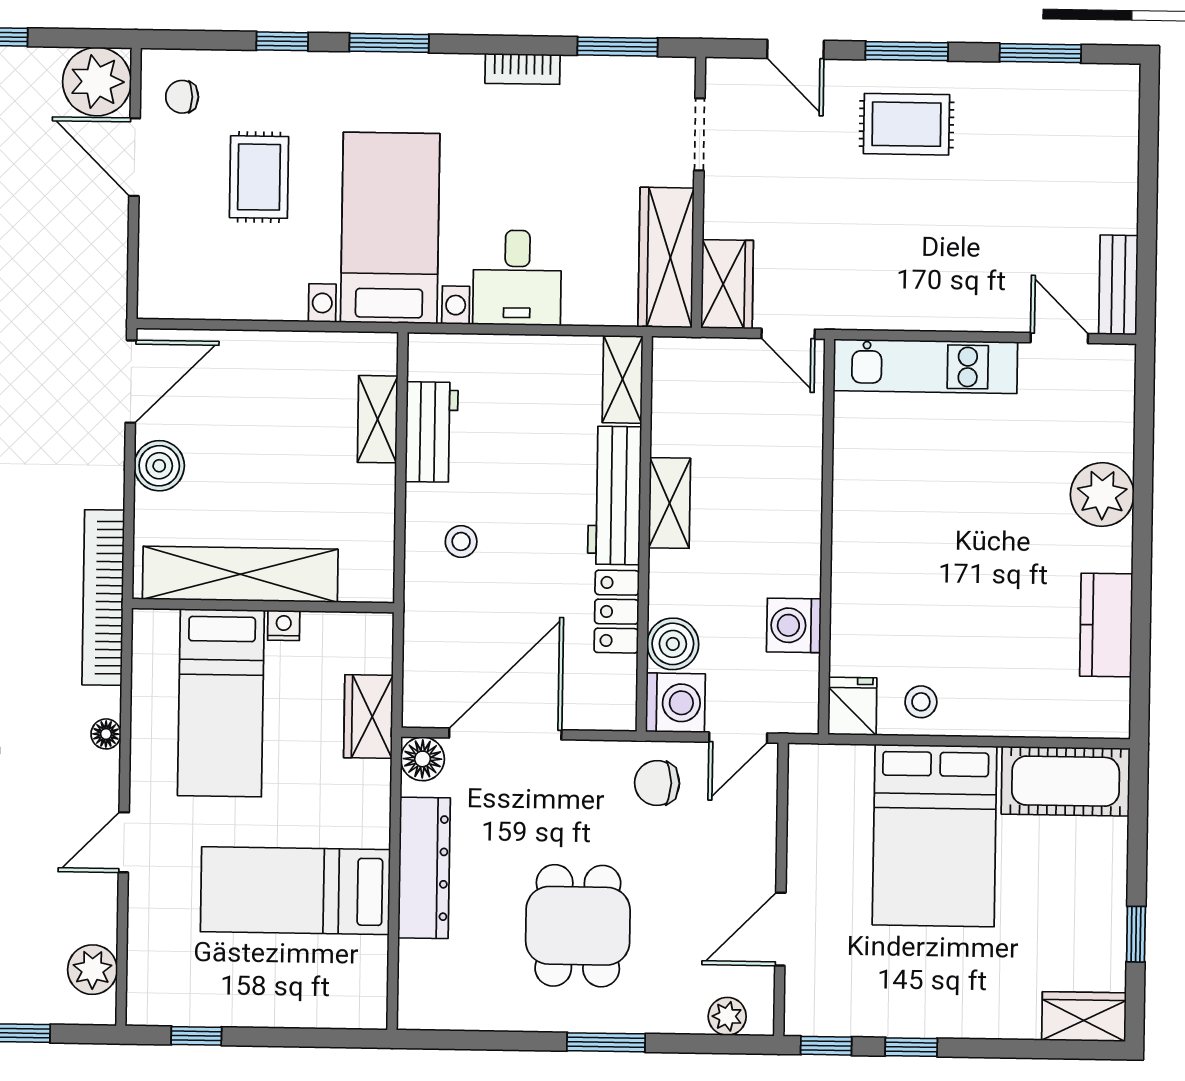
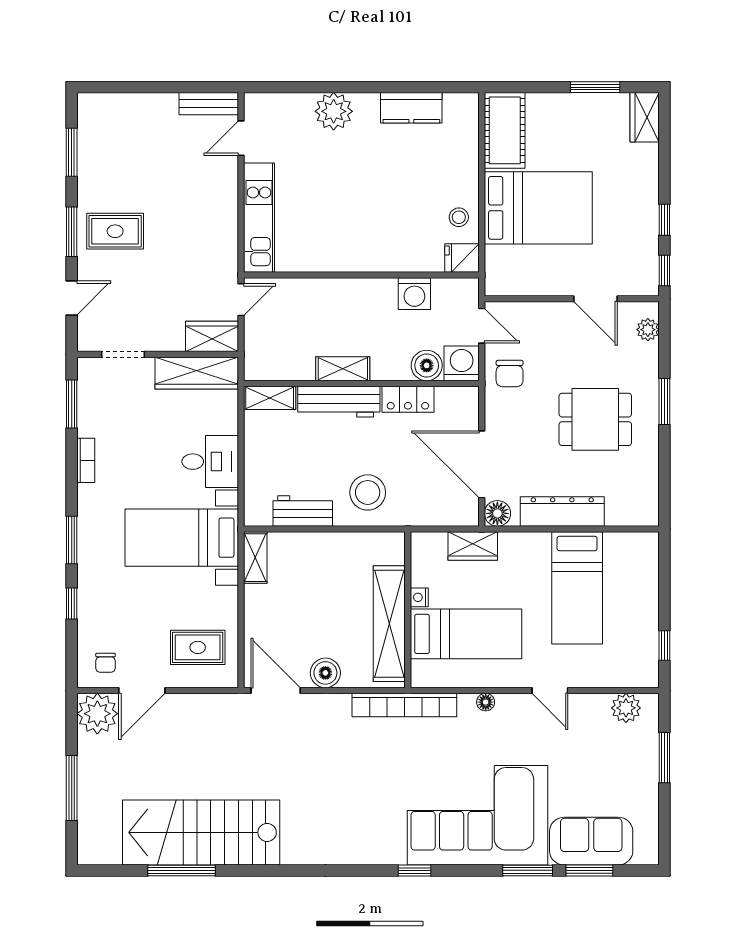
rug: (907, 124) -> (115, 231), turned 90
rug: (259, 177) -> (198, 647), moved
shelving: (378, 419) -> (255, 558), moved, turned 90
stool: (461, 541) -> (368, 492), width x1.89, depth x1.89
window: (1136, 934) -> (595, 87), width x1.50

